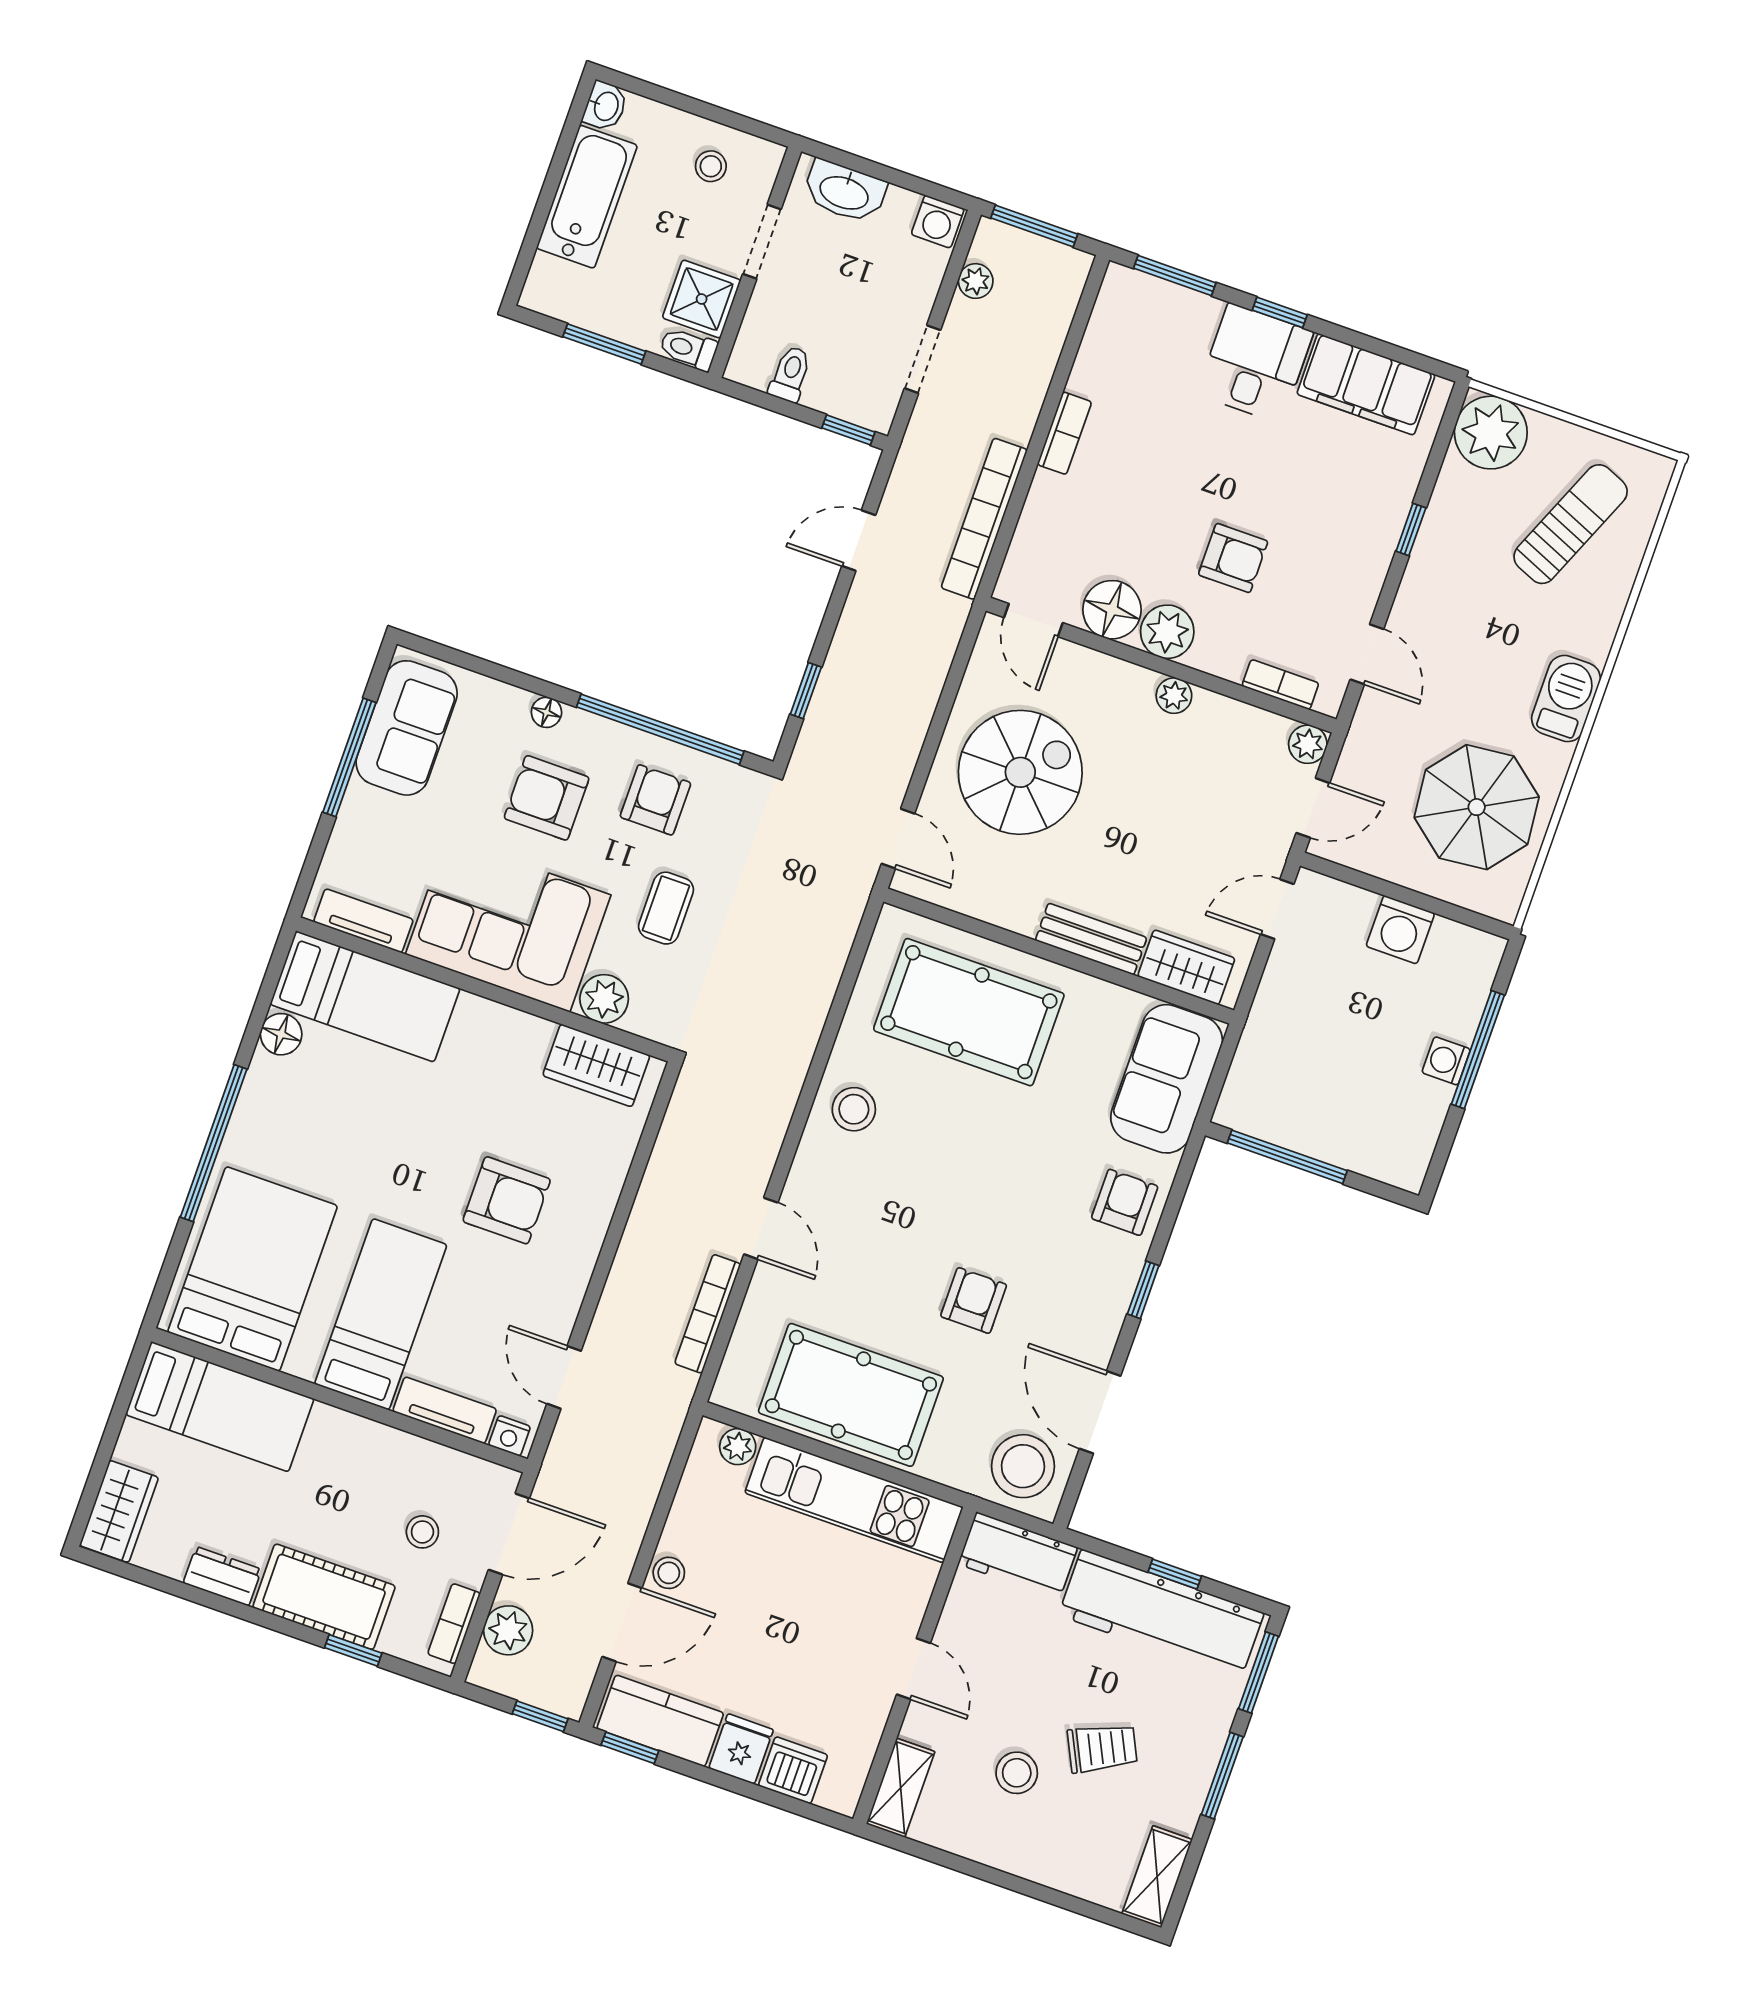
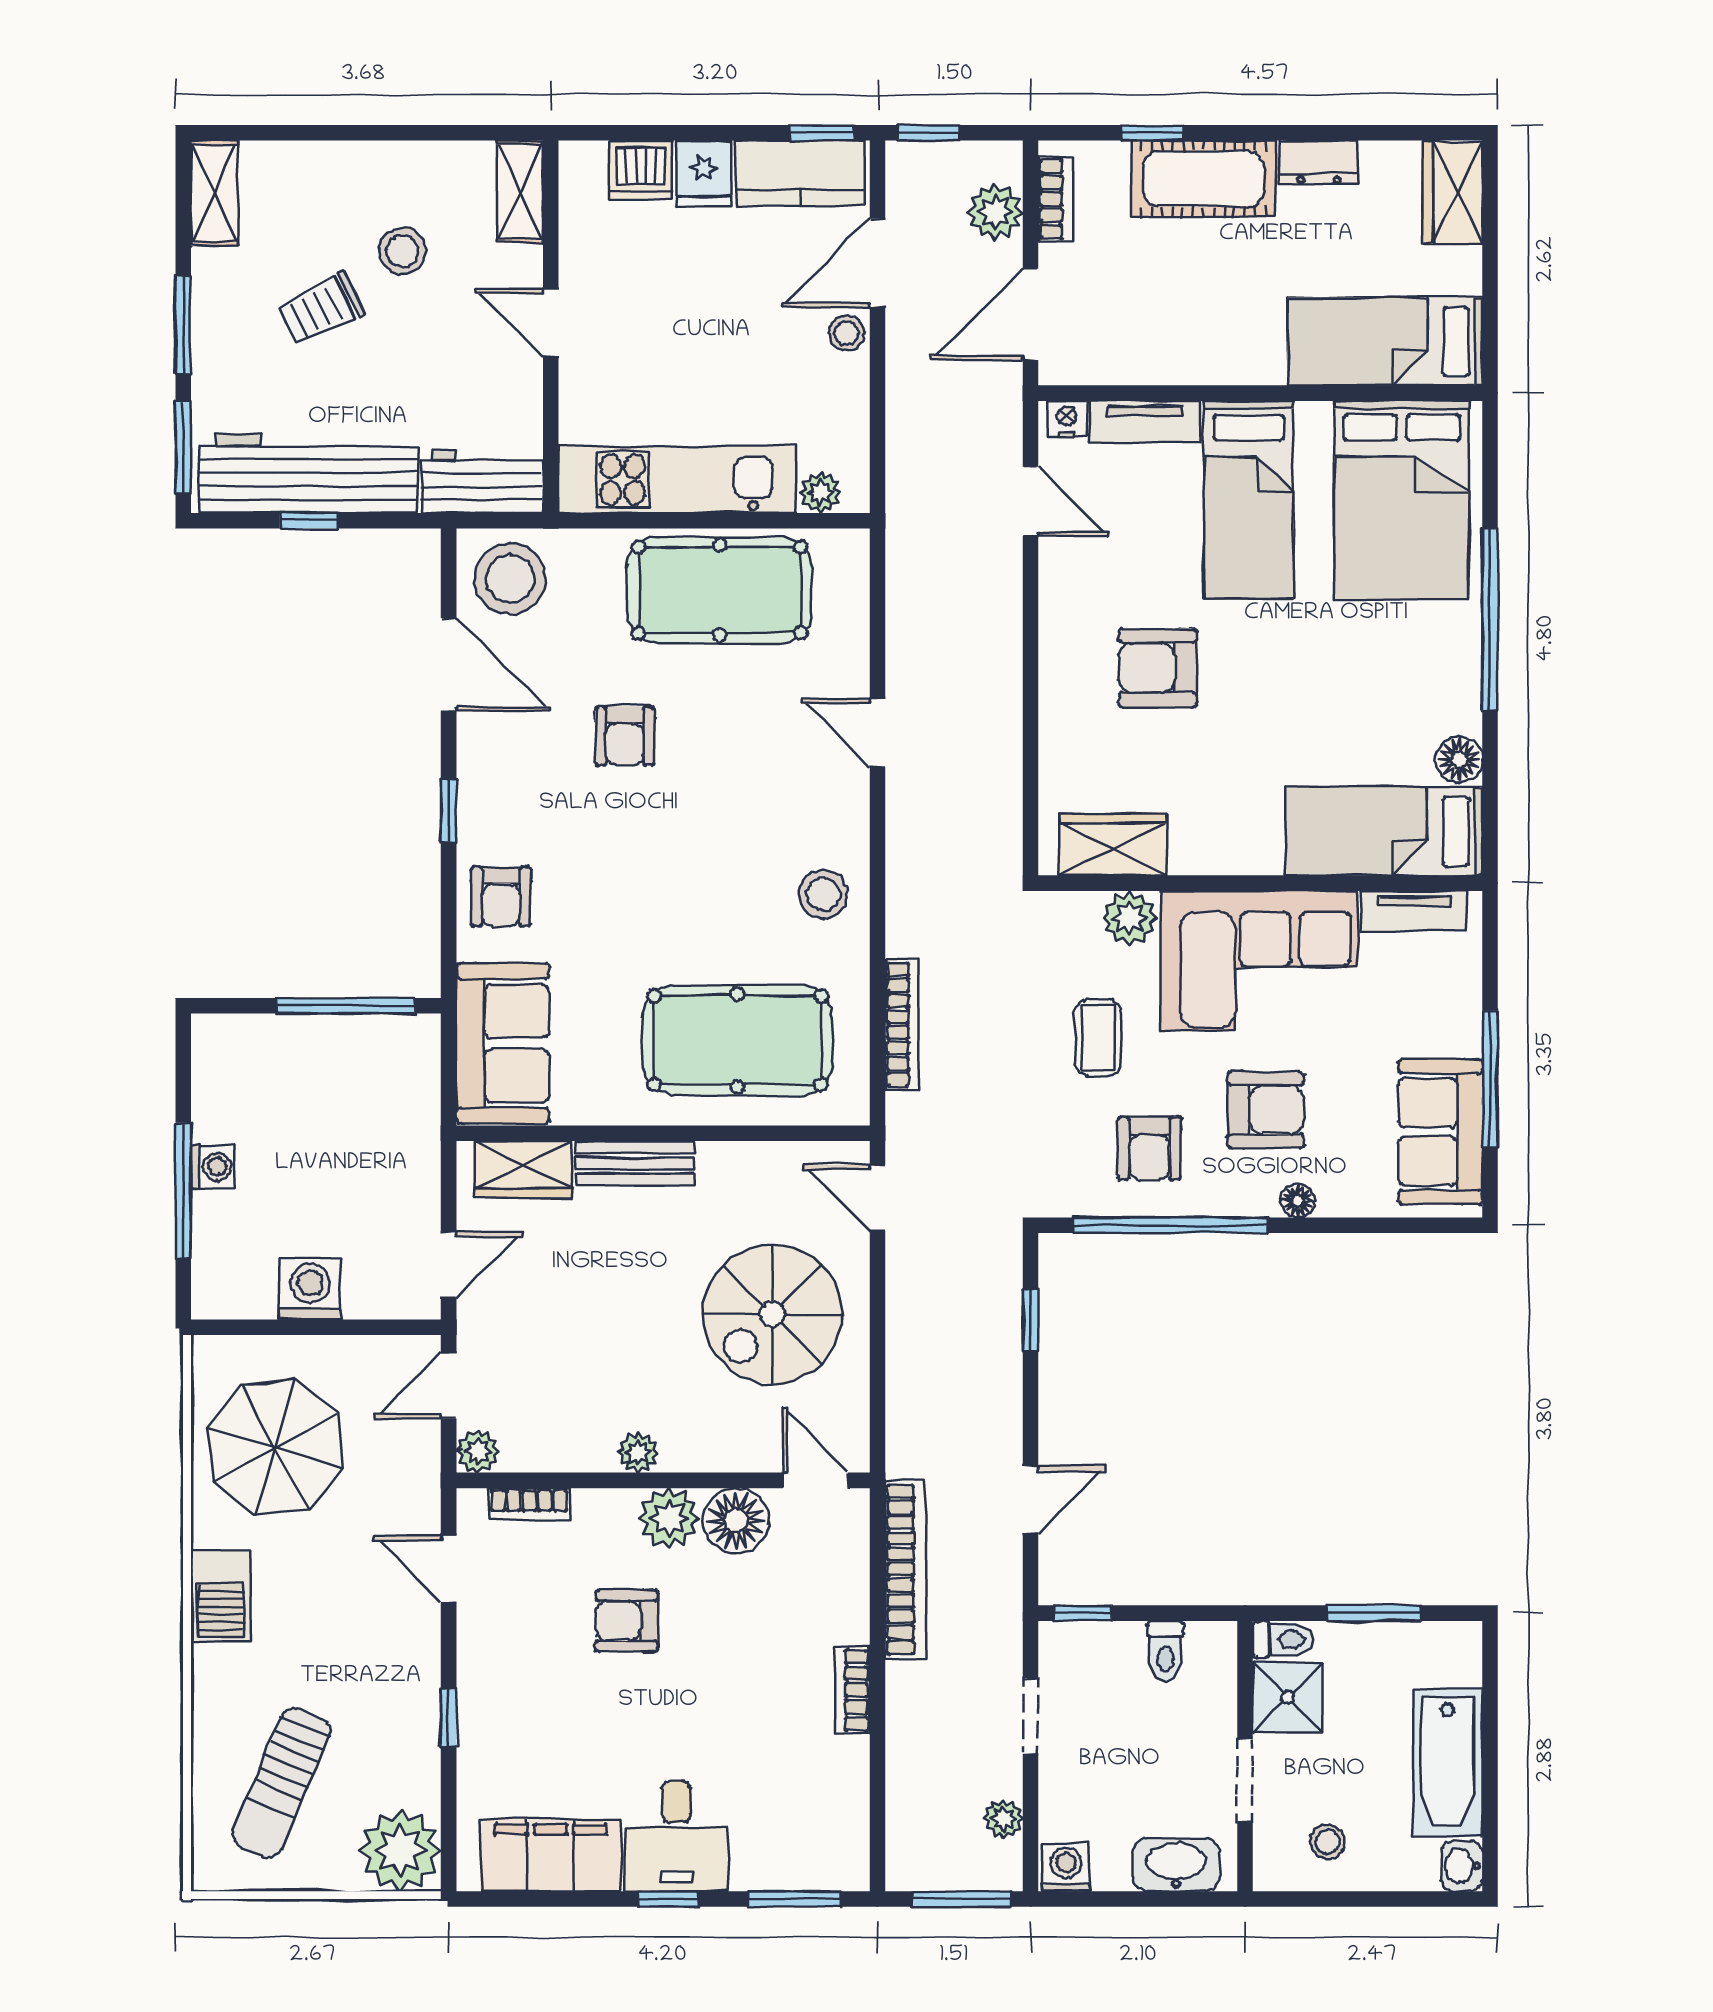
bookcase: (708, 1314) -> (902, 1024), moved
stool: (422, 1532) -> (1123, 284), removed

